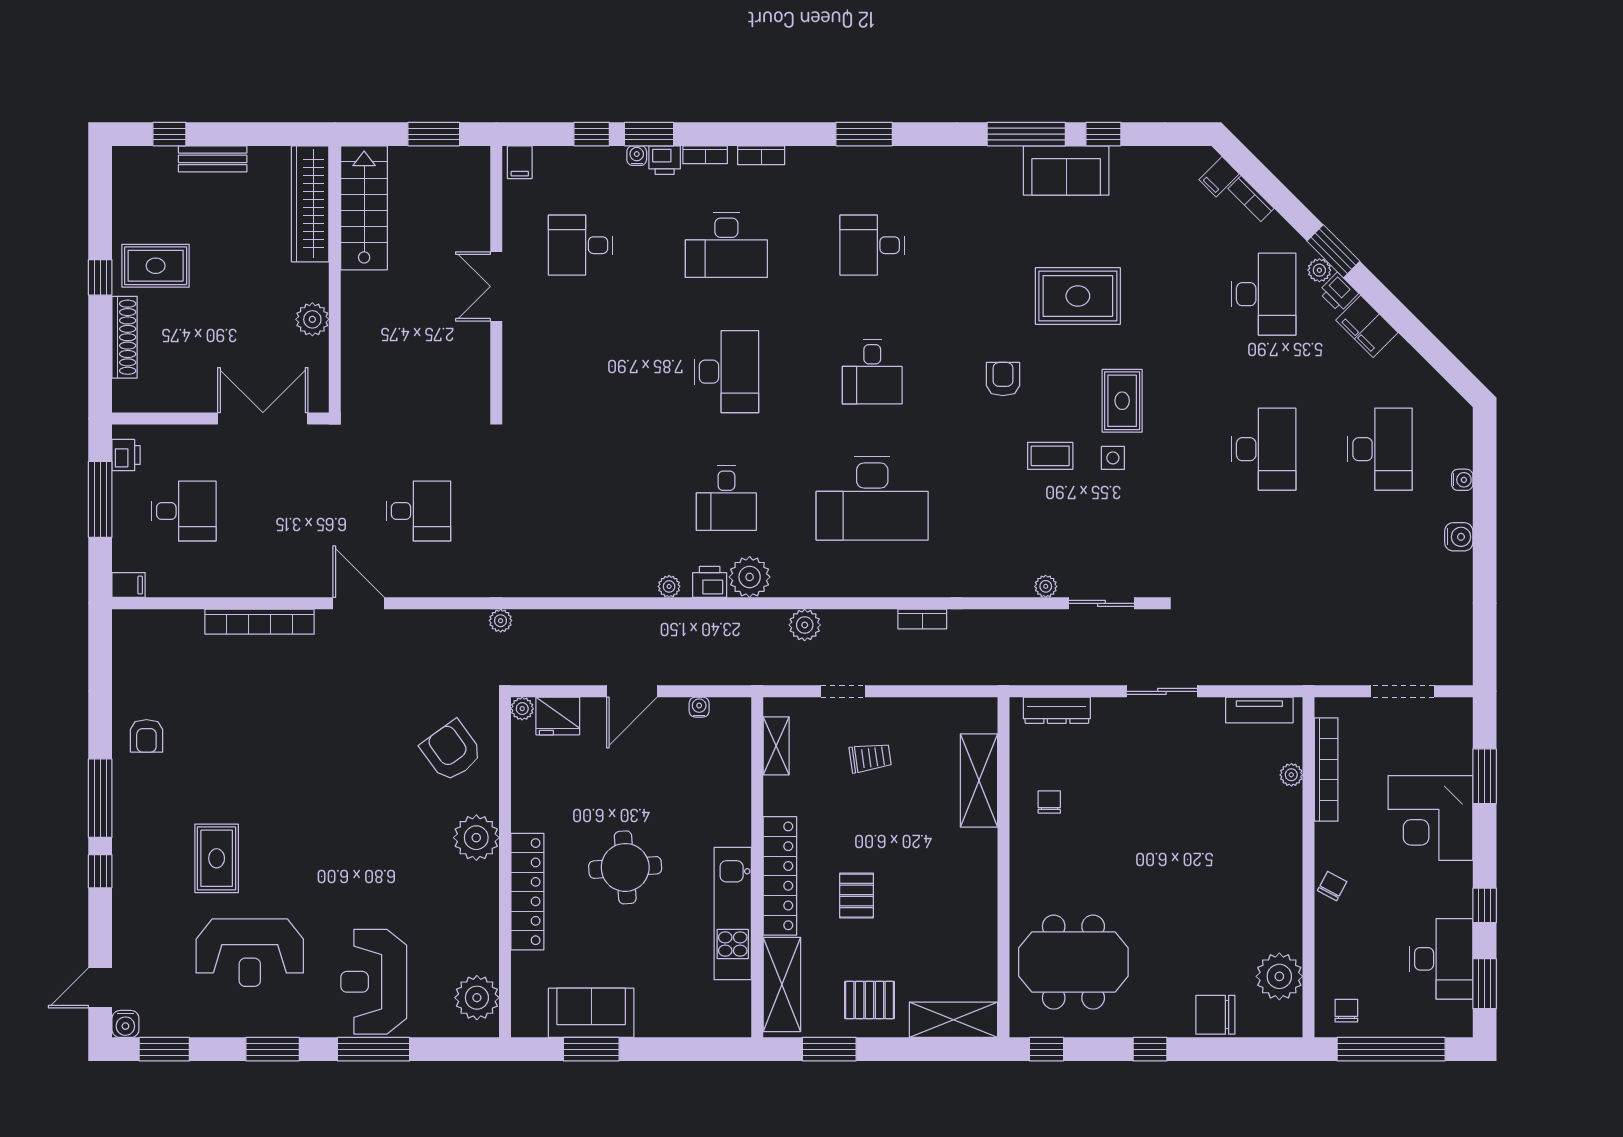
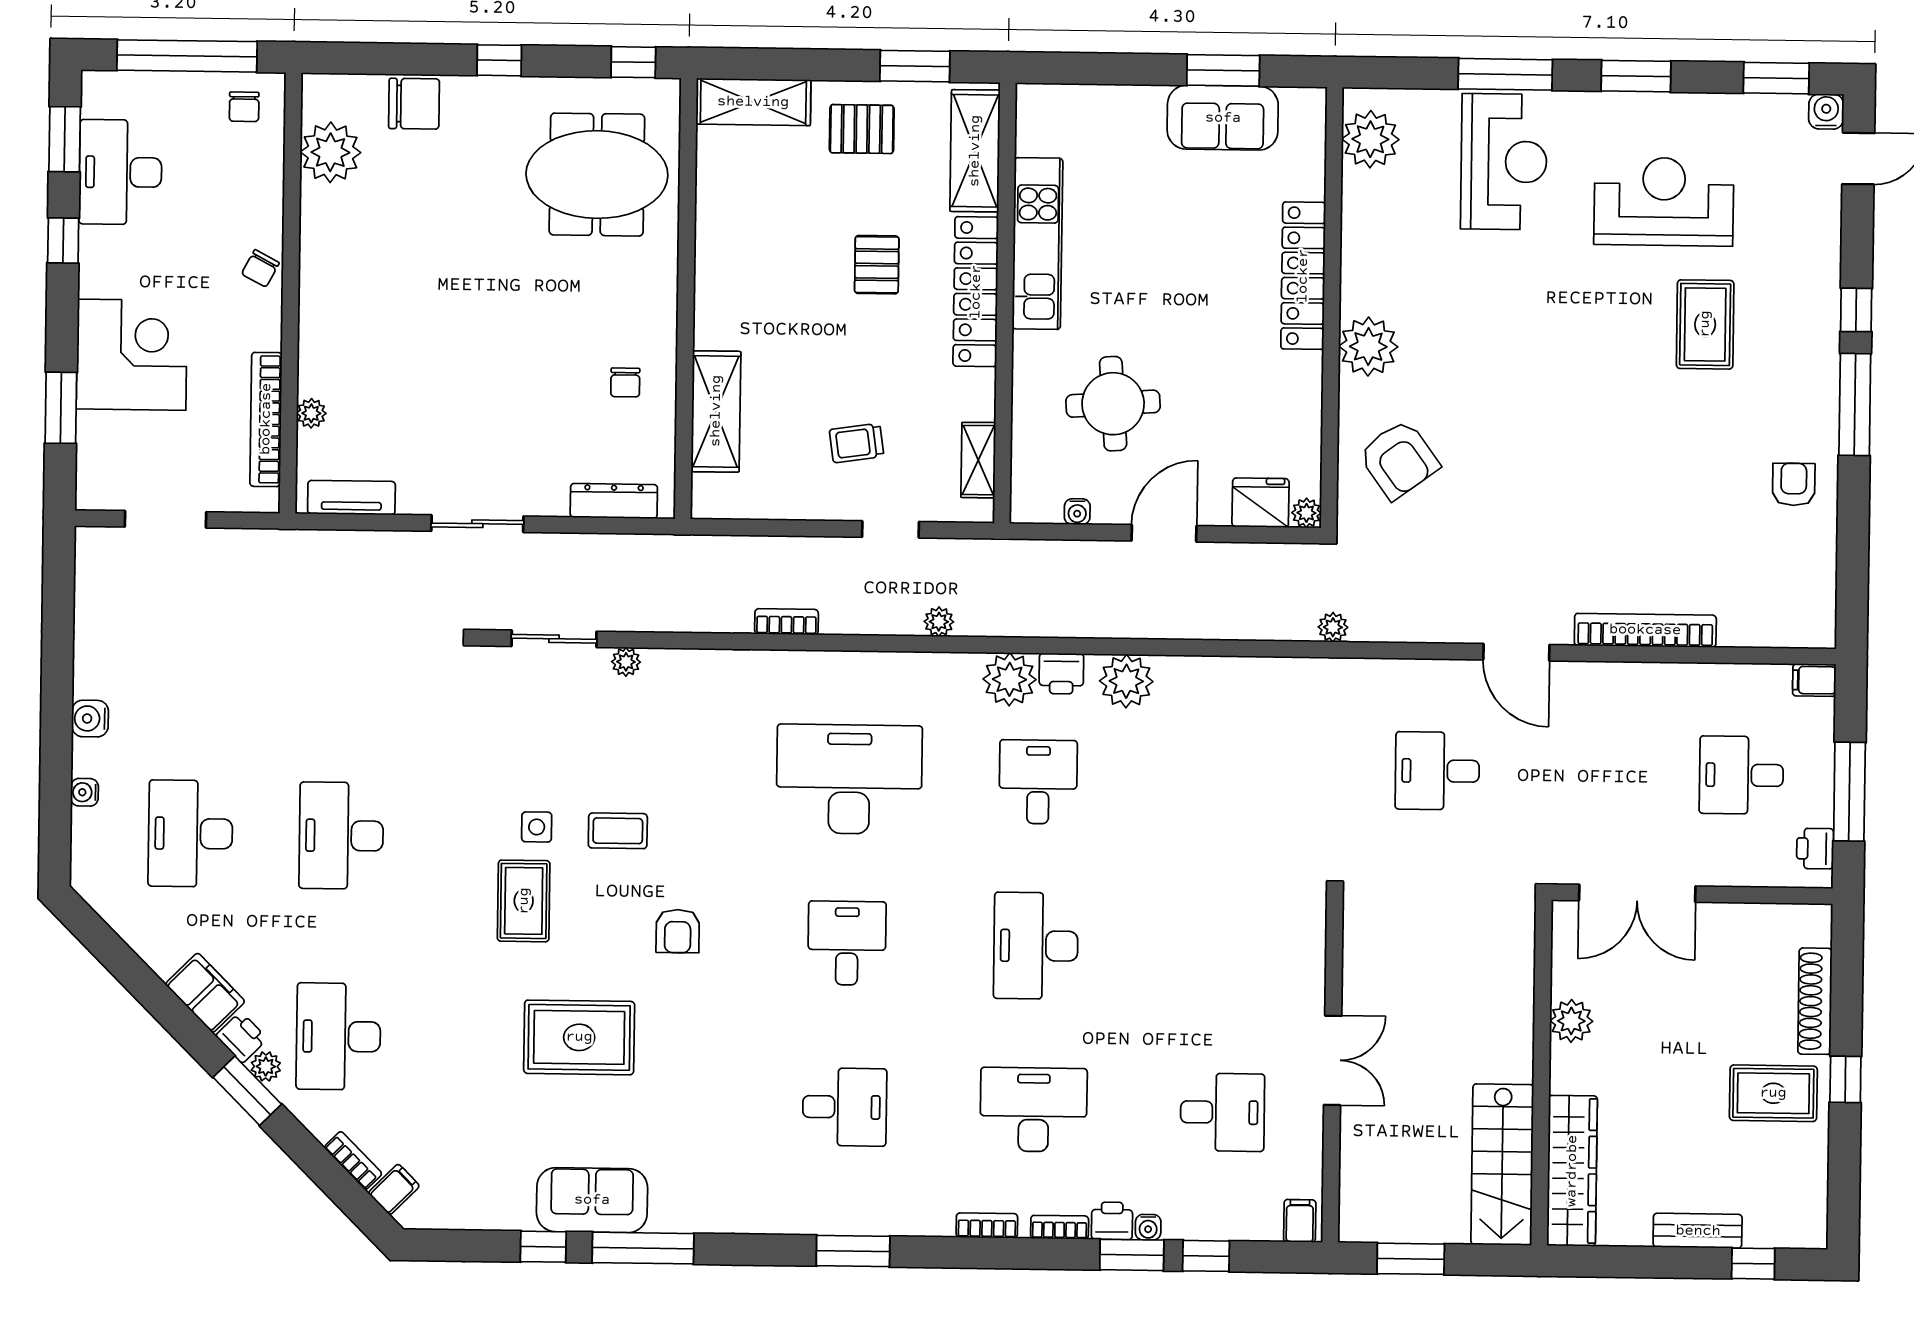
plant: (669, 586) -> (1126, 681), width x1.87, depth x1.87
plant: (805, 625) -> (939, 622), width x0.73, depth x0.73
round table: (625, 867) -> (1113, 404), moved

